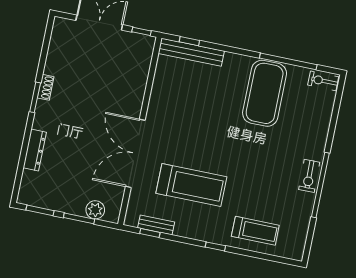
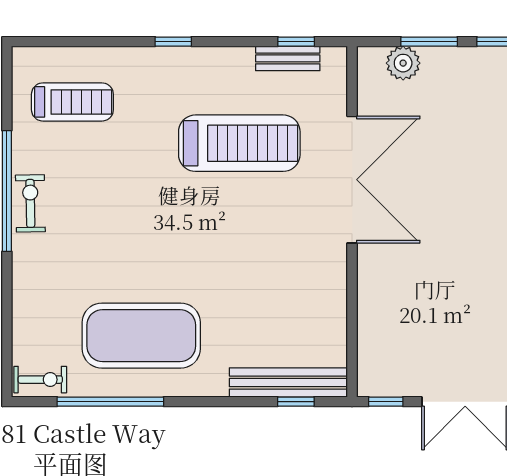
exercise mat: (265, 93) -> (141, 336), turned 90
treadmill: (191, 185) -> (239, 143), turned 180
treadmill: (255, 231) -> (72, 102), moved, turned 180

